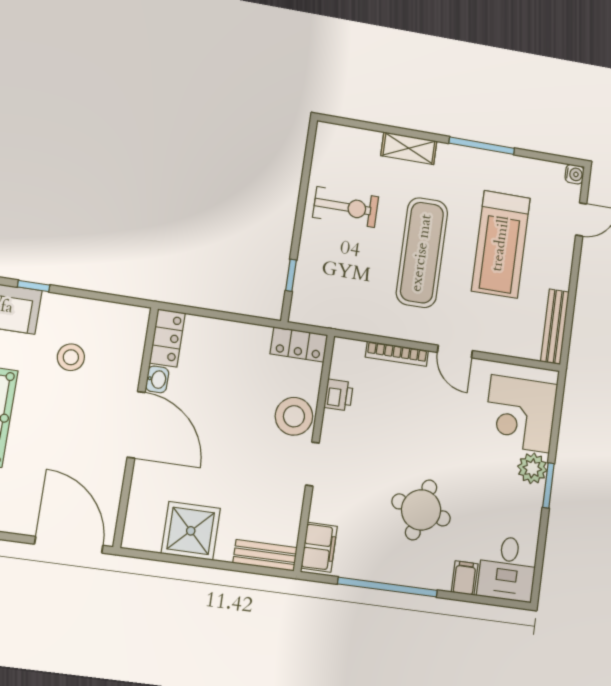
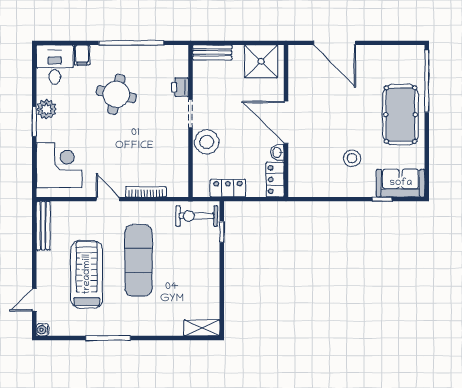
shelving: (409, 148) -> (202, 328), moved
exercise bike: (346, 207) -> (197, 216), moved
locker: (167, 338) -> (275, 180), moved
locker: (299, 344) -> (228, 188), moved
washbasin: (157, 379) -> (277, 152), moved
printer: (339, 395) -> (180, 87), moved
door: (136, 425) -> (286, 122), moved
wall: (136, 427) -> (286, 121), moved
plant: (532, 468) -> (46, 109), moved
filing cabinet: (319, 547) -> (179, 62), removed

